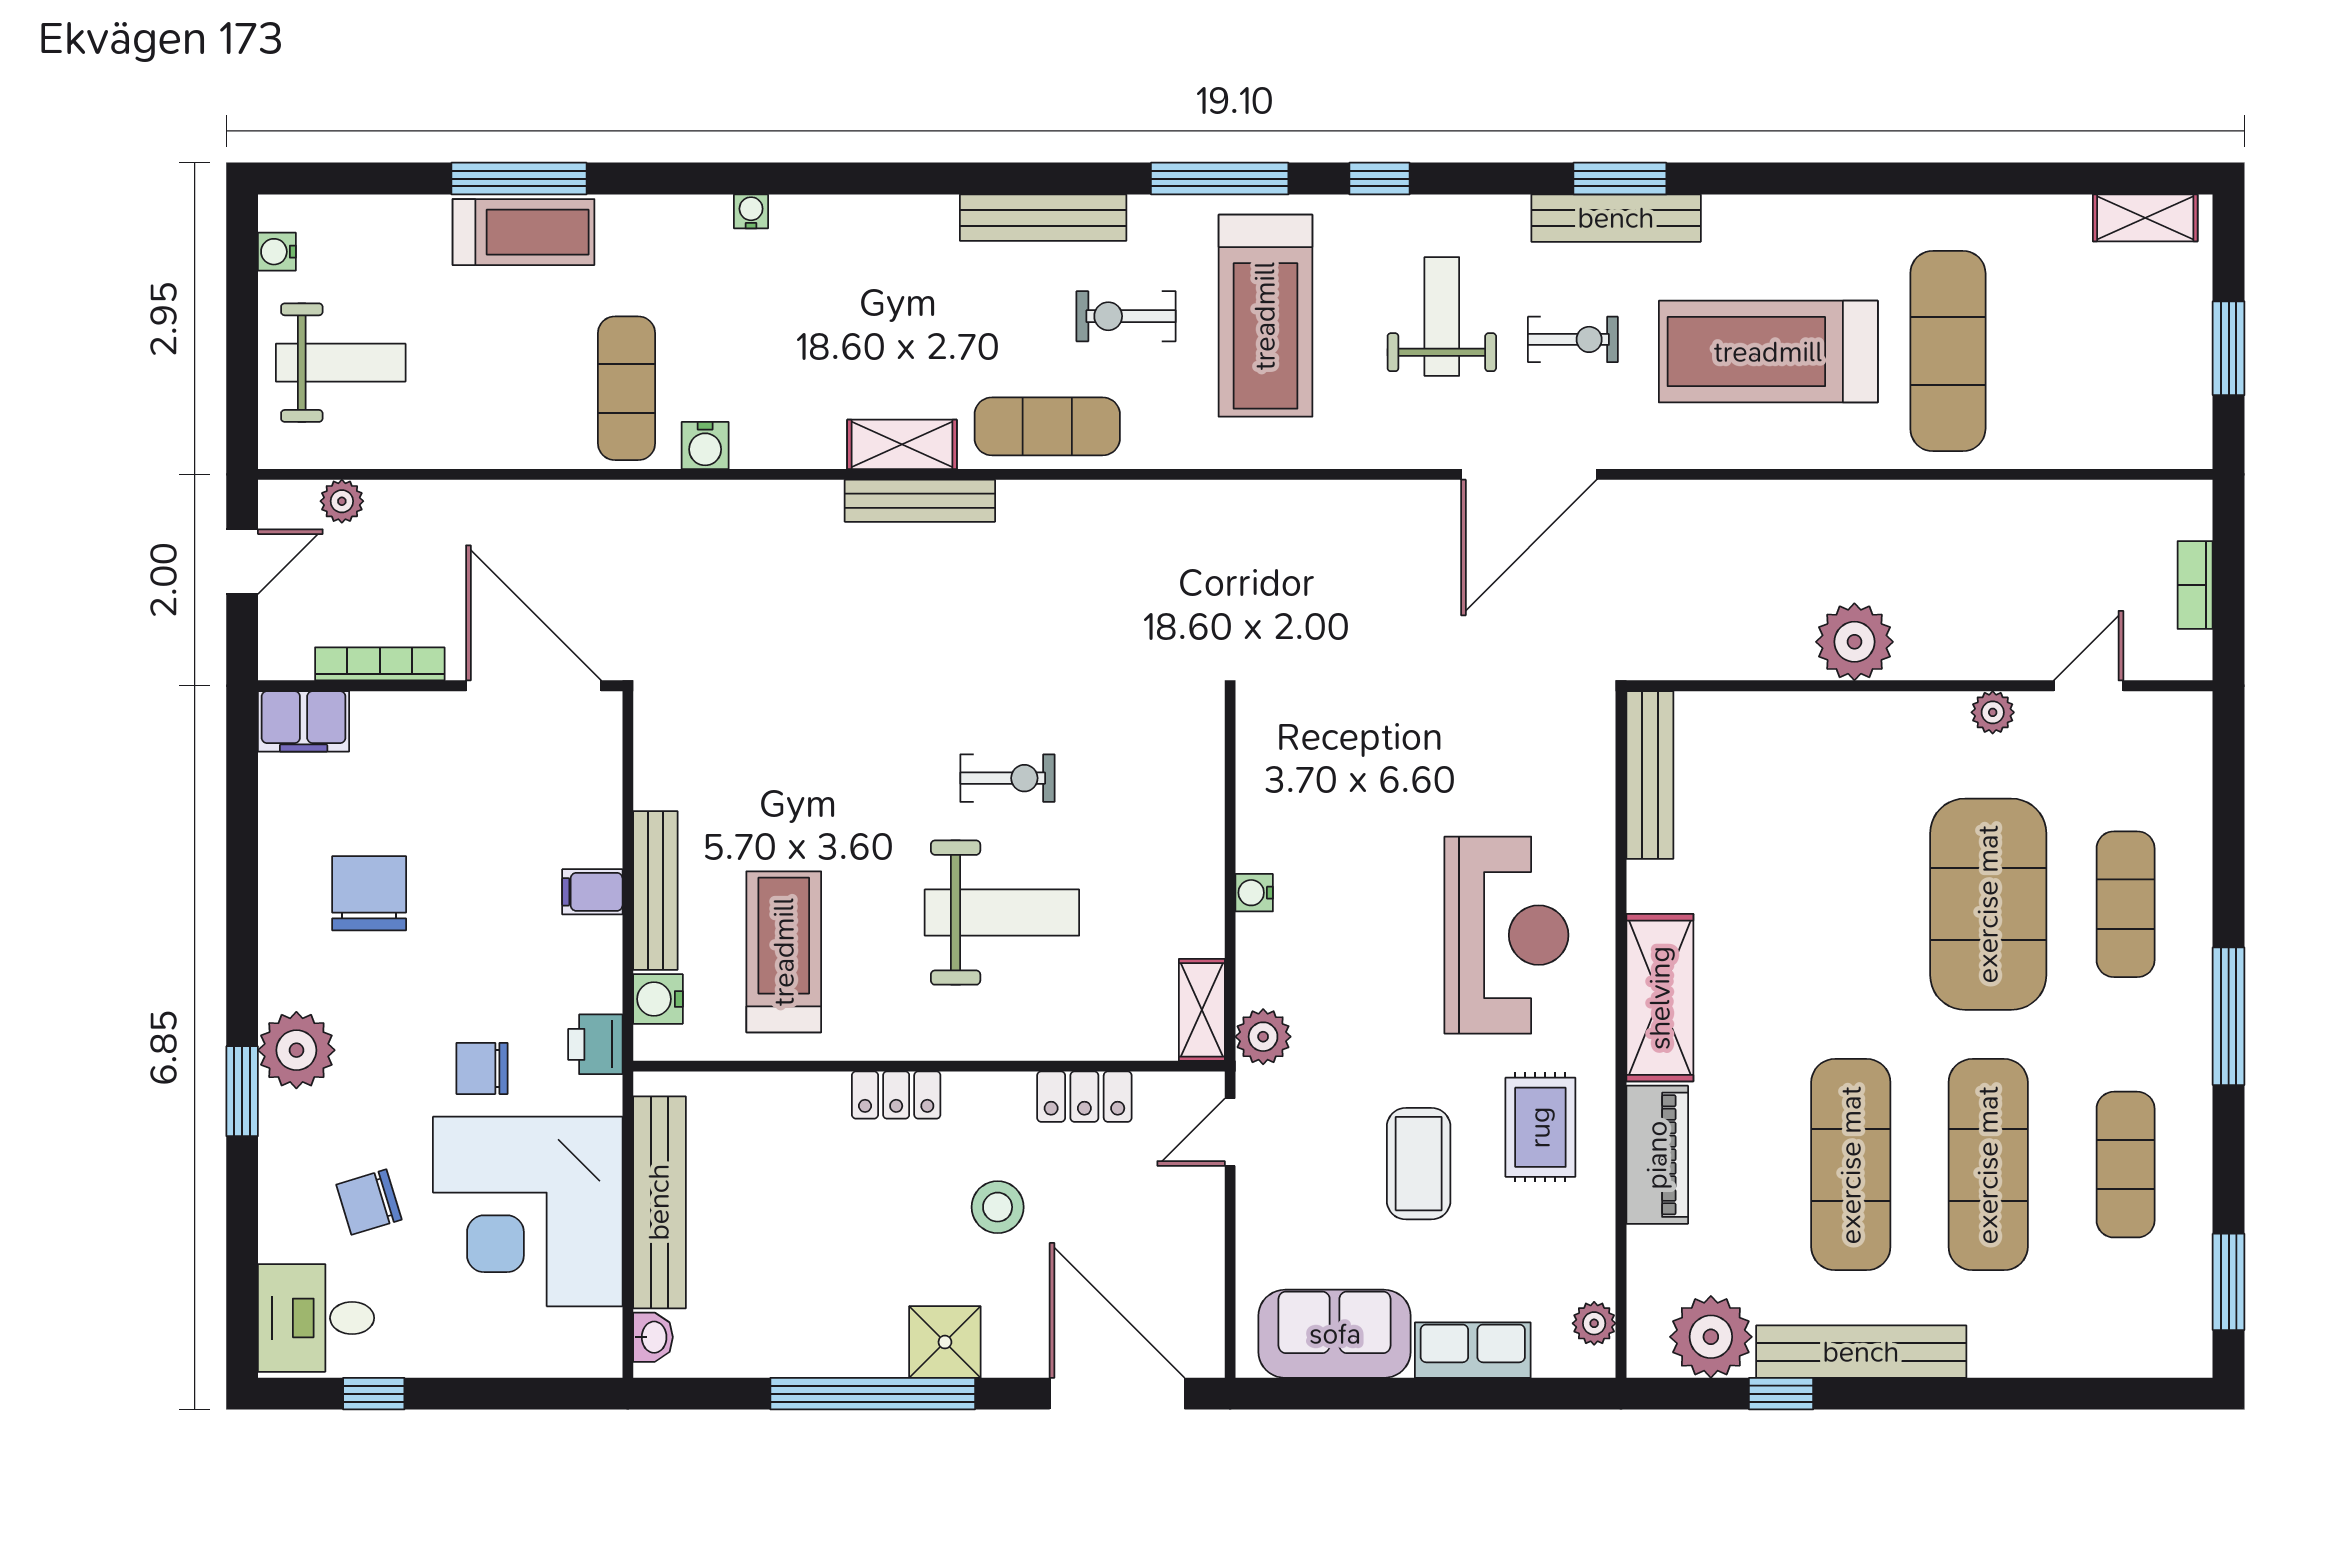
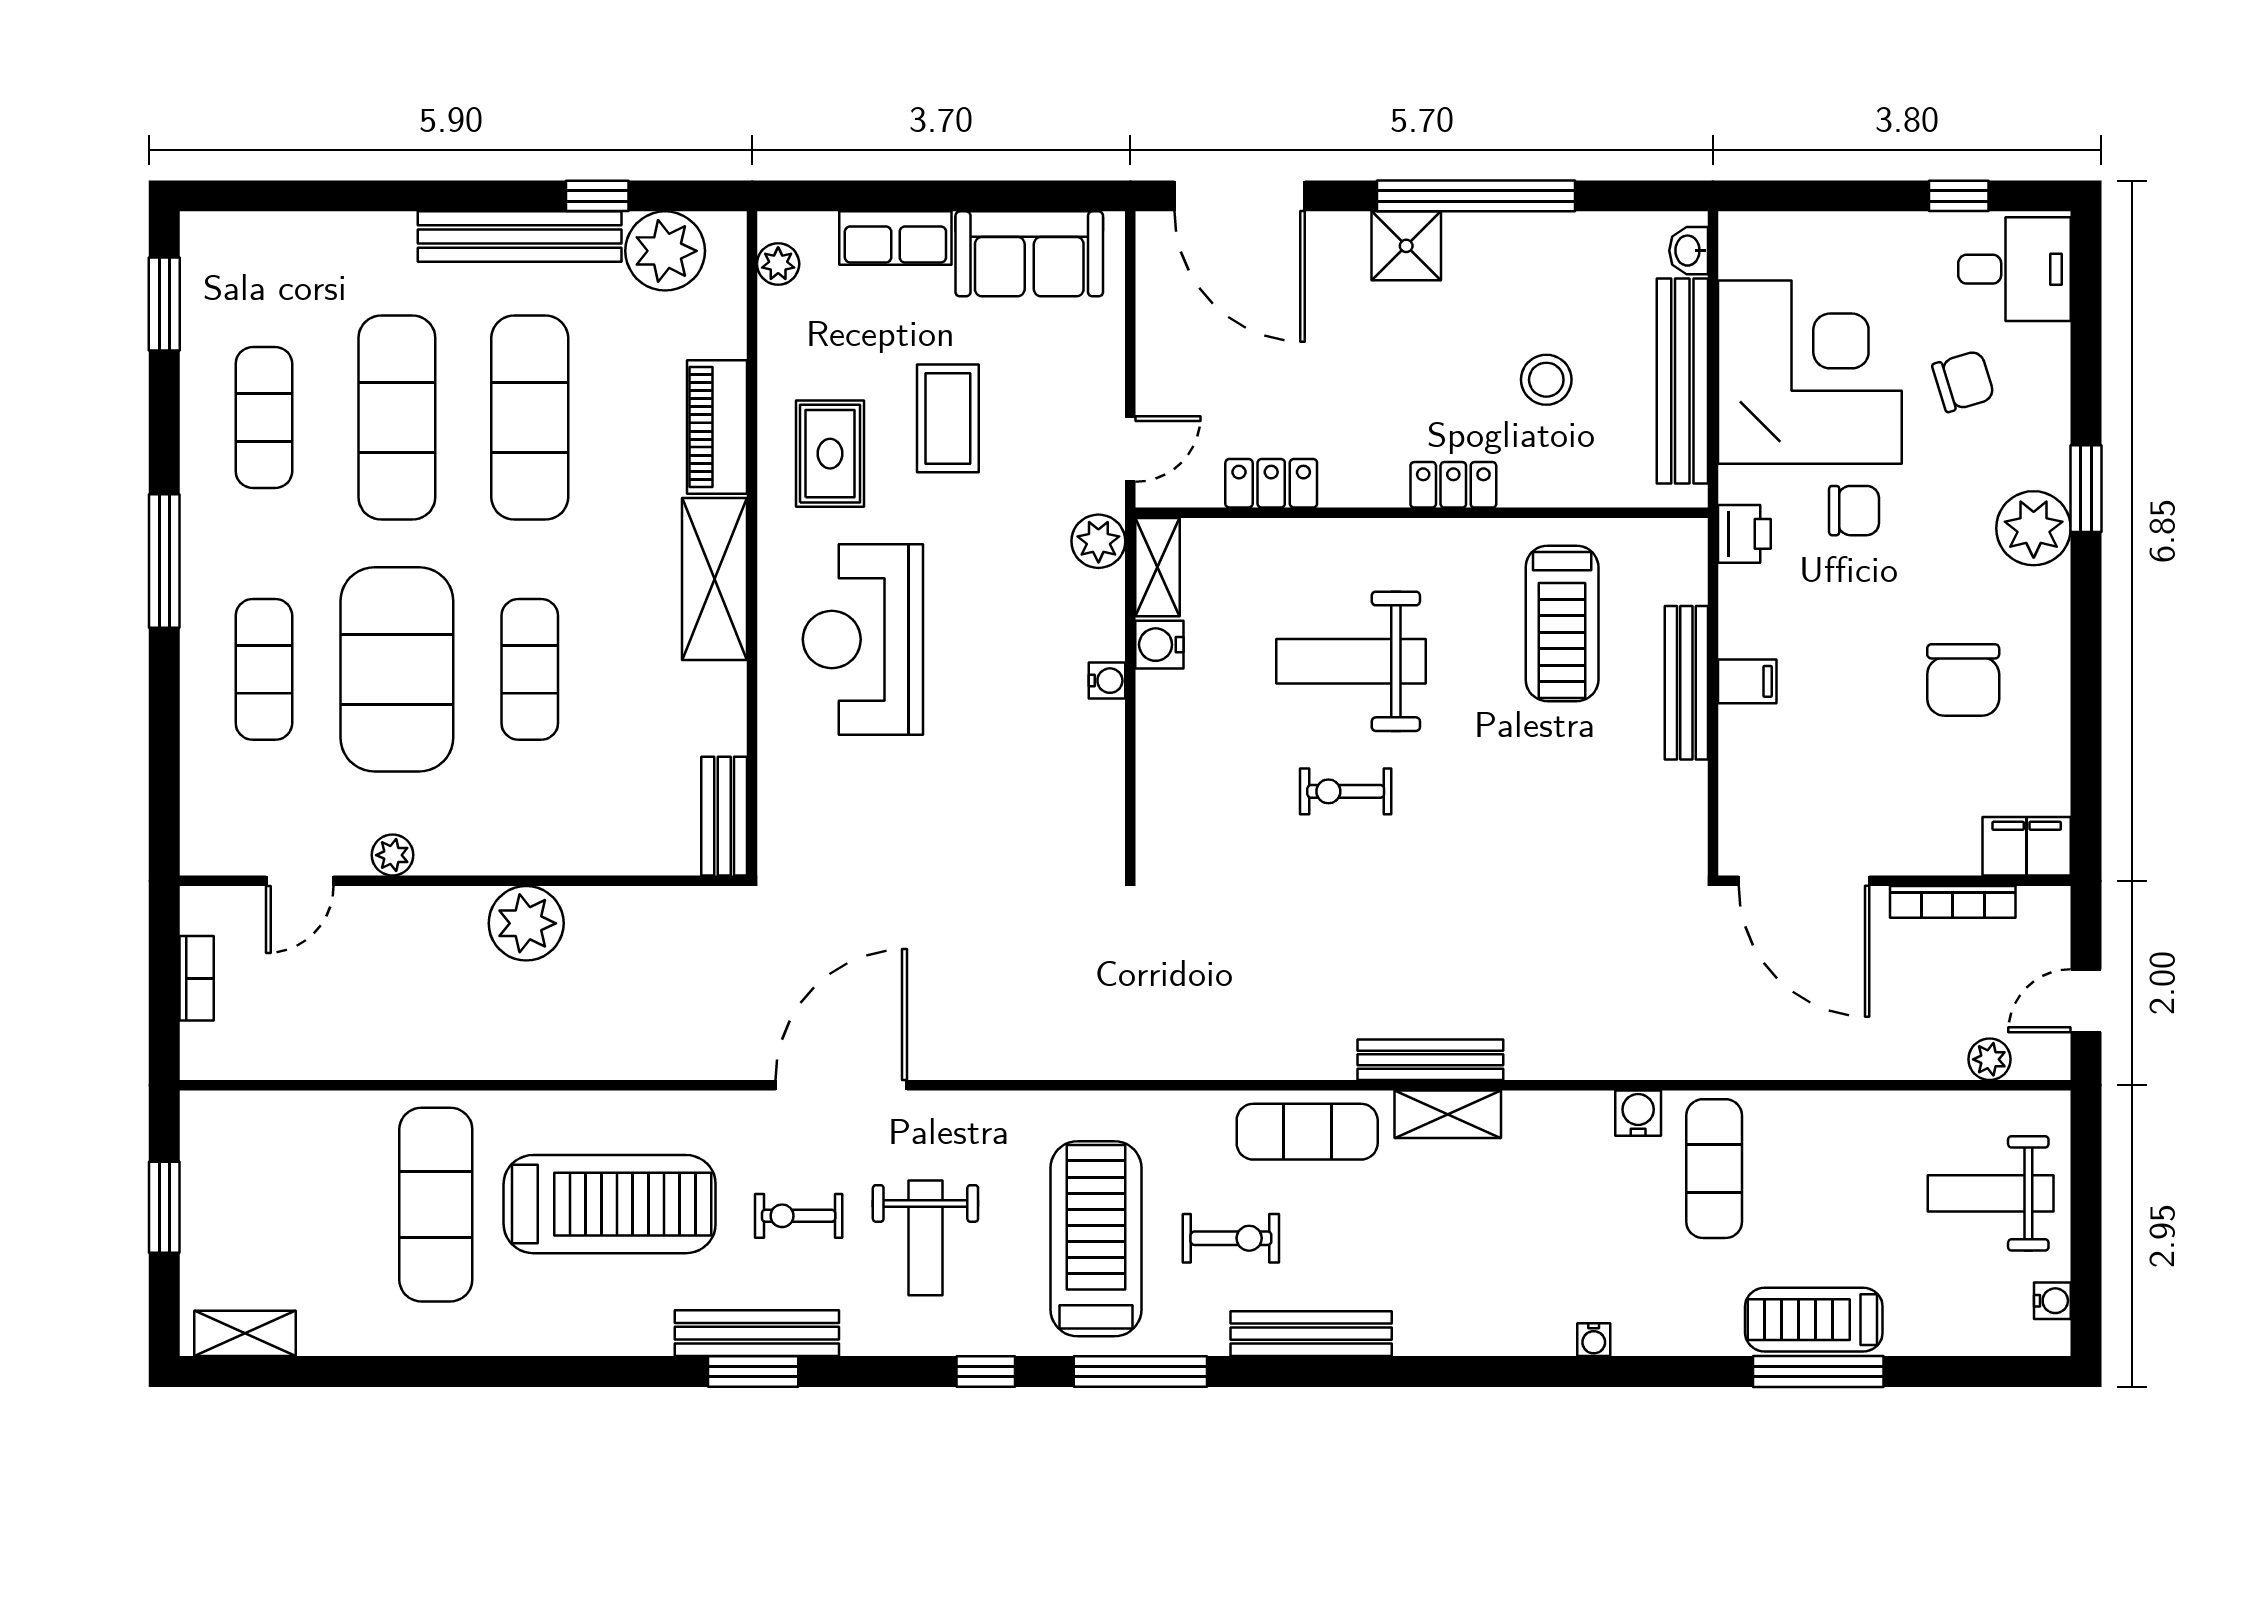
bench: (1650, 775) -> (724, 816), width x0.73
exercise mat: (1851, 904) -> (530, 669), added
water cooler: (658, 999) -> (1159, 645), moved, turned 180
stool: (998, 1207) -> (1546, 380), moved

